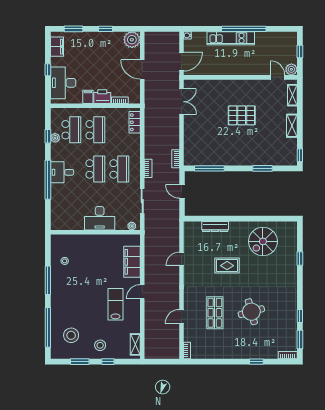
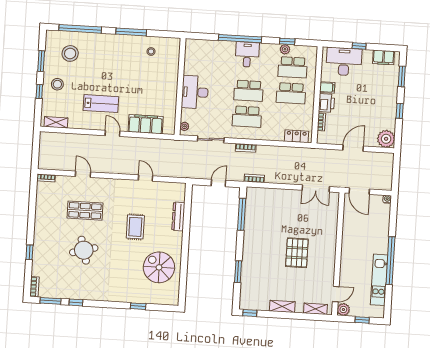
kitchen unit: (231, 38) -> (379, 280), moved

